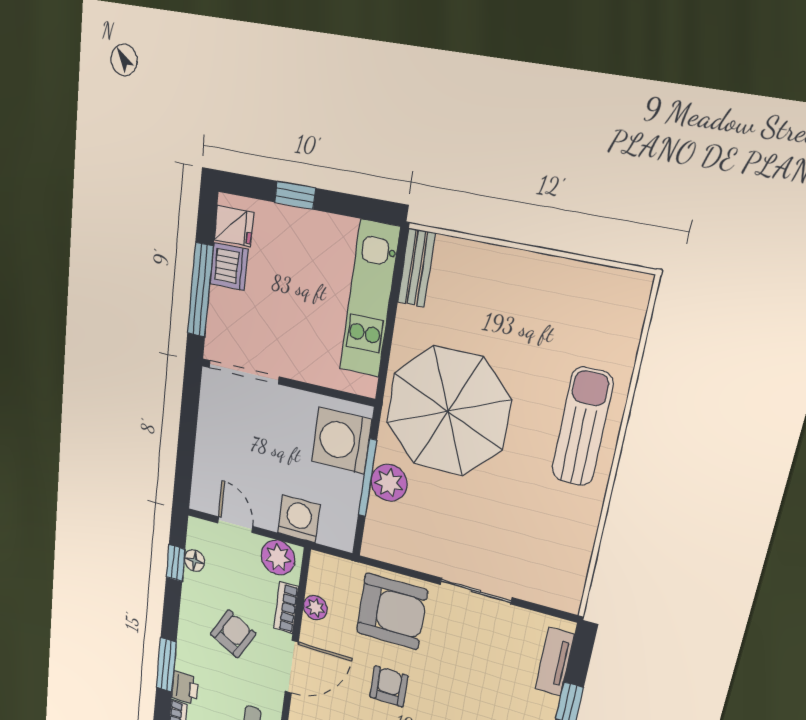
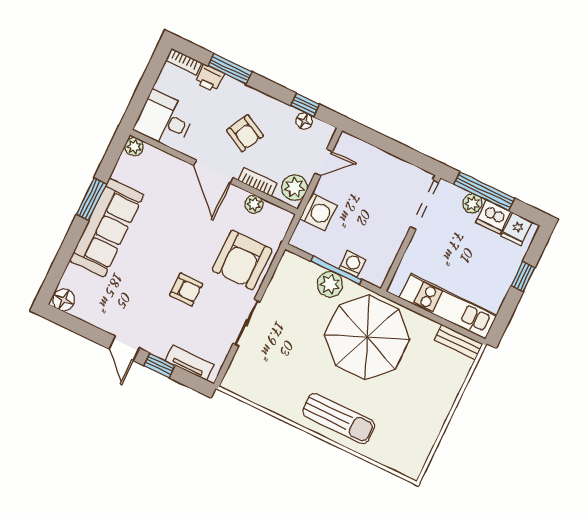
plant: (221, 303) -> (472, 203), added
washing machine: (342, 441) -> (352, 264), width x0.53, depth x0.53
armchair: (389, 686) -> (186, 290), moved

